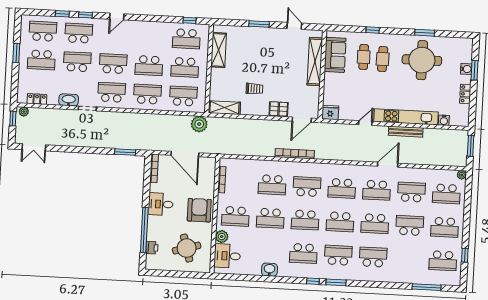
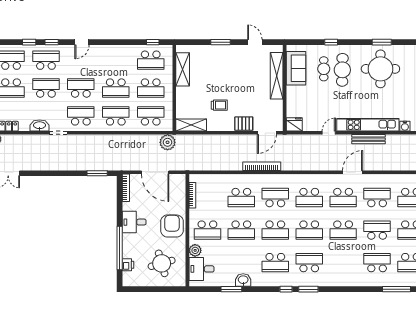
cafe table: (383, 59) -> (342, 70), width x1.37, depth x1.35
school desk: (373, 257) -> (377, 263), moved
window: (257, 278) -> (231, 289), added

